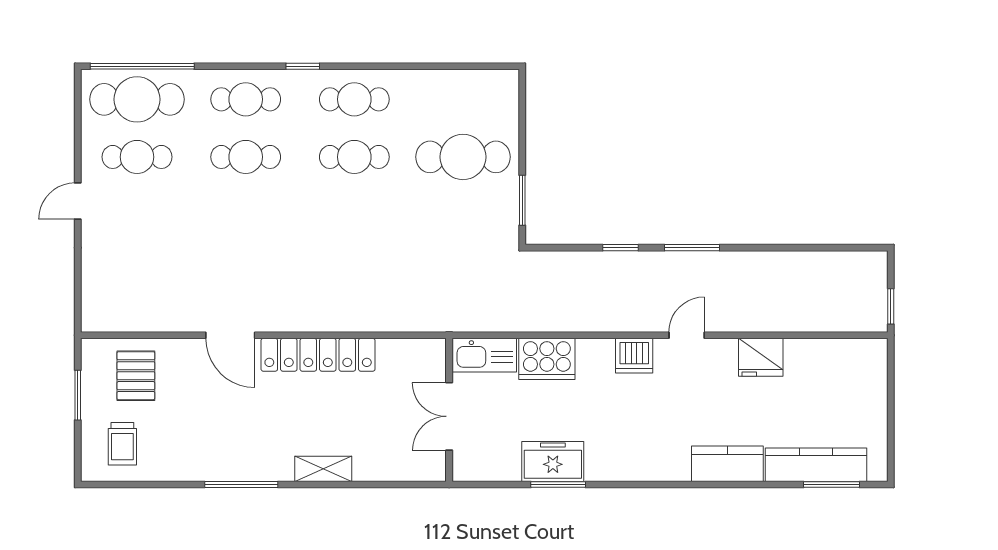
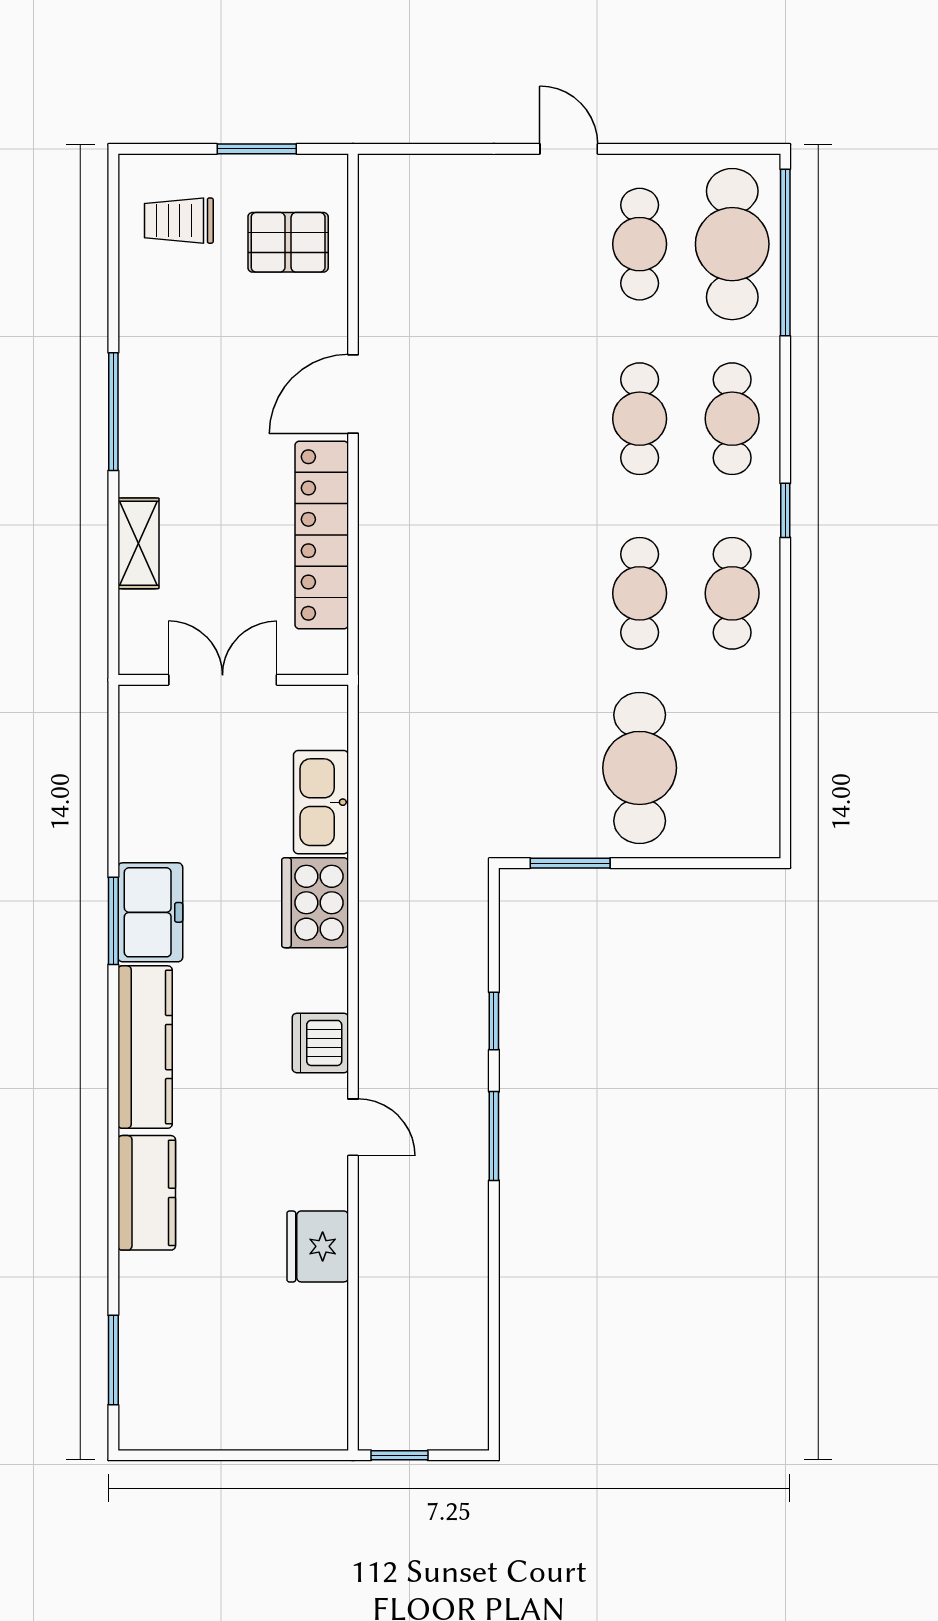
wall: (449, 410) -> (233, 680), moved
double door: (449, 416) -> (223, 680), moved
kitchen counter: (816, 465) -> (145, 1047), moved

